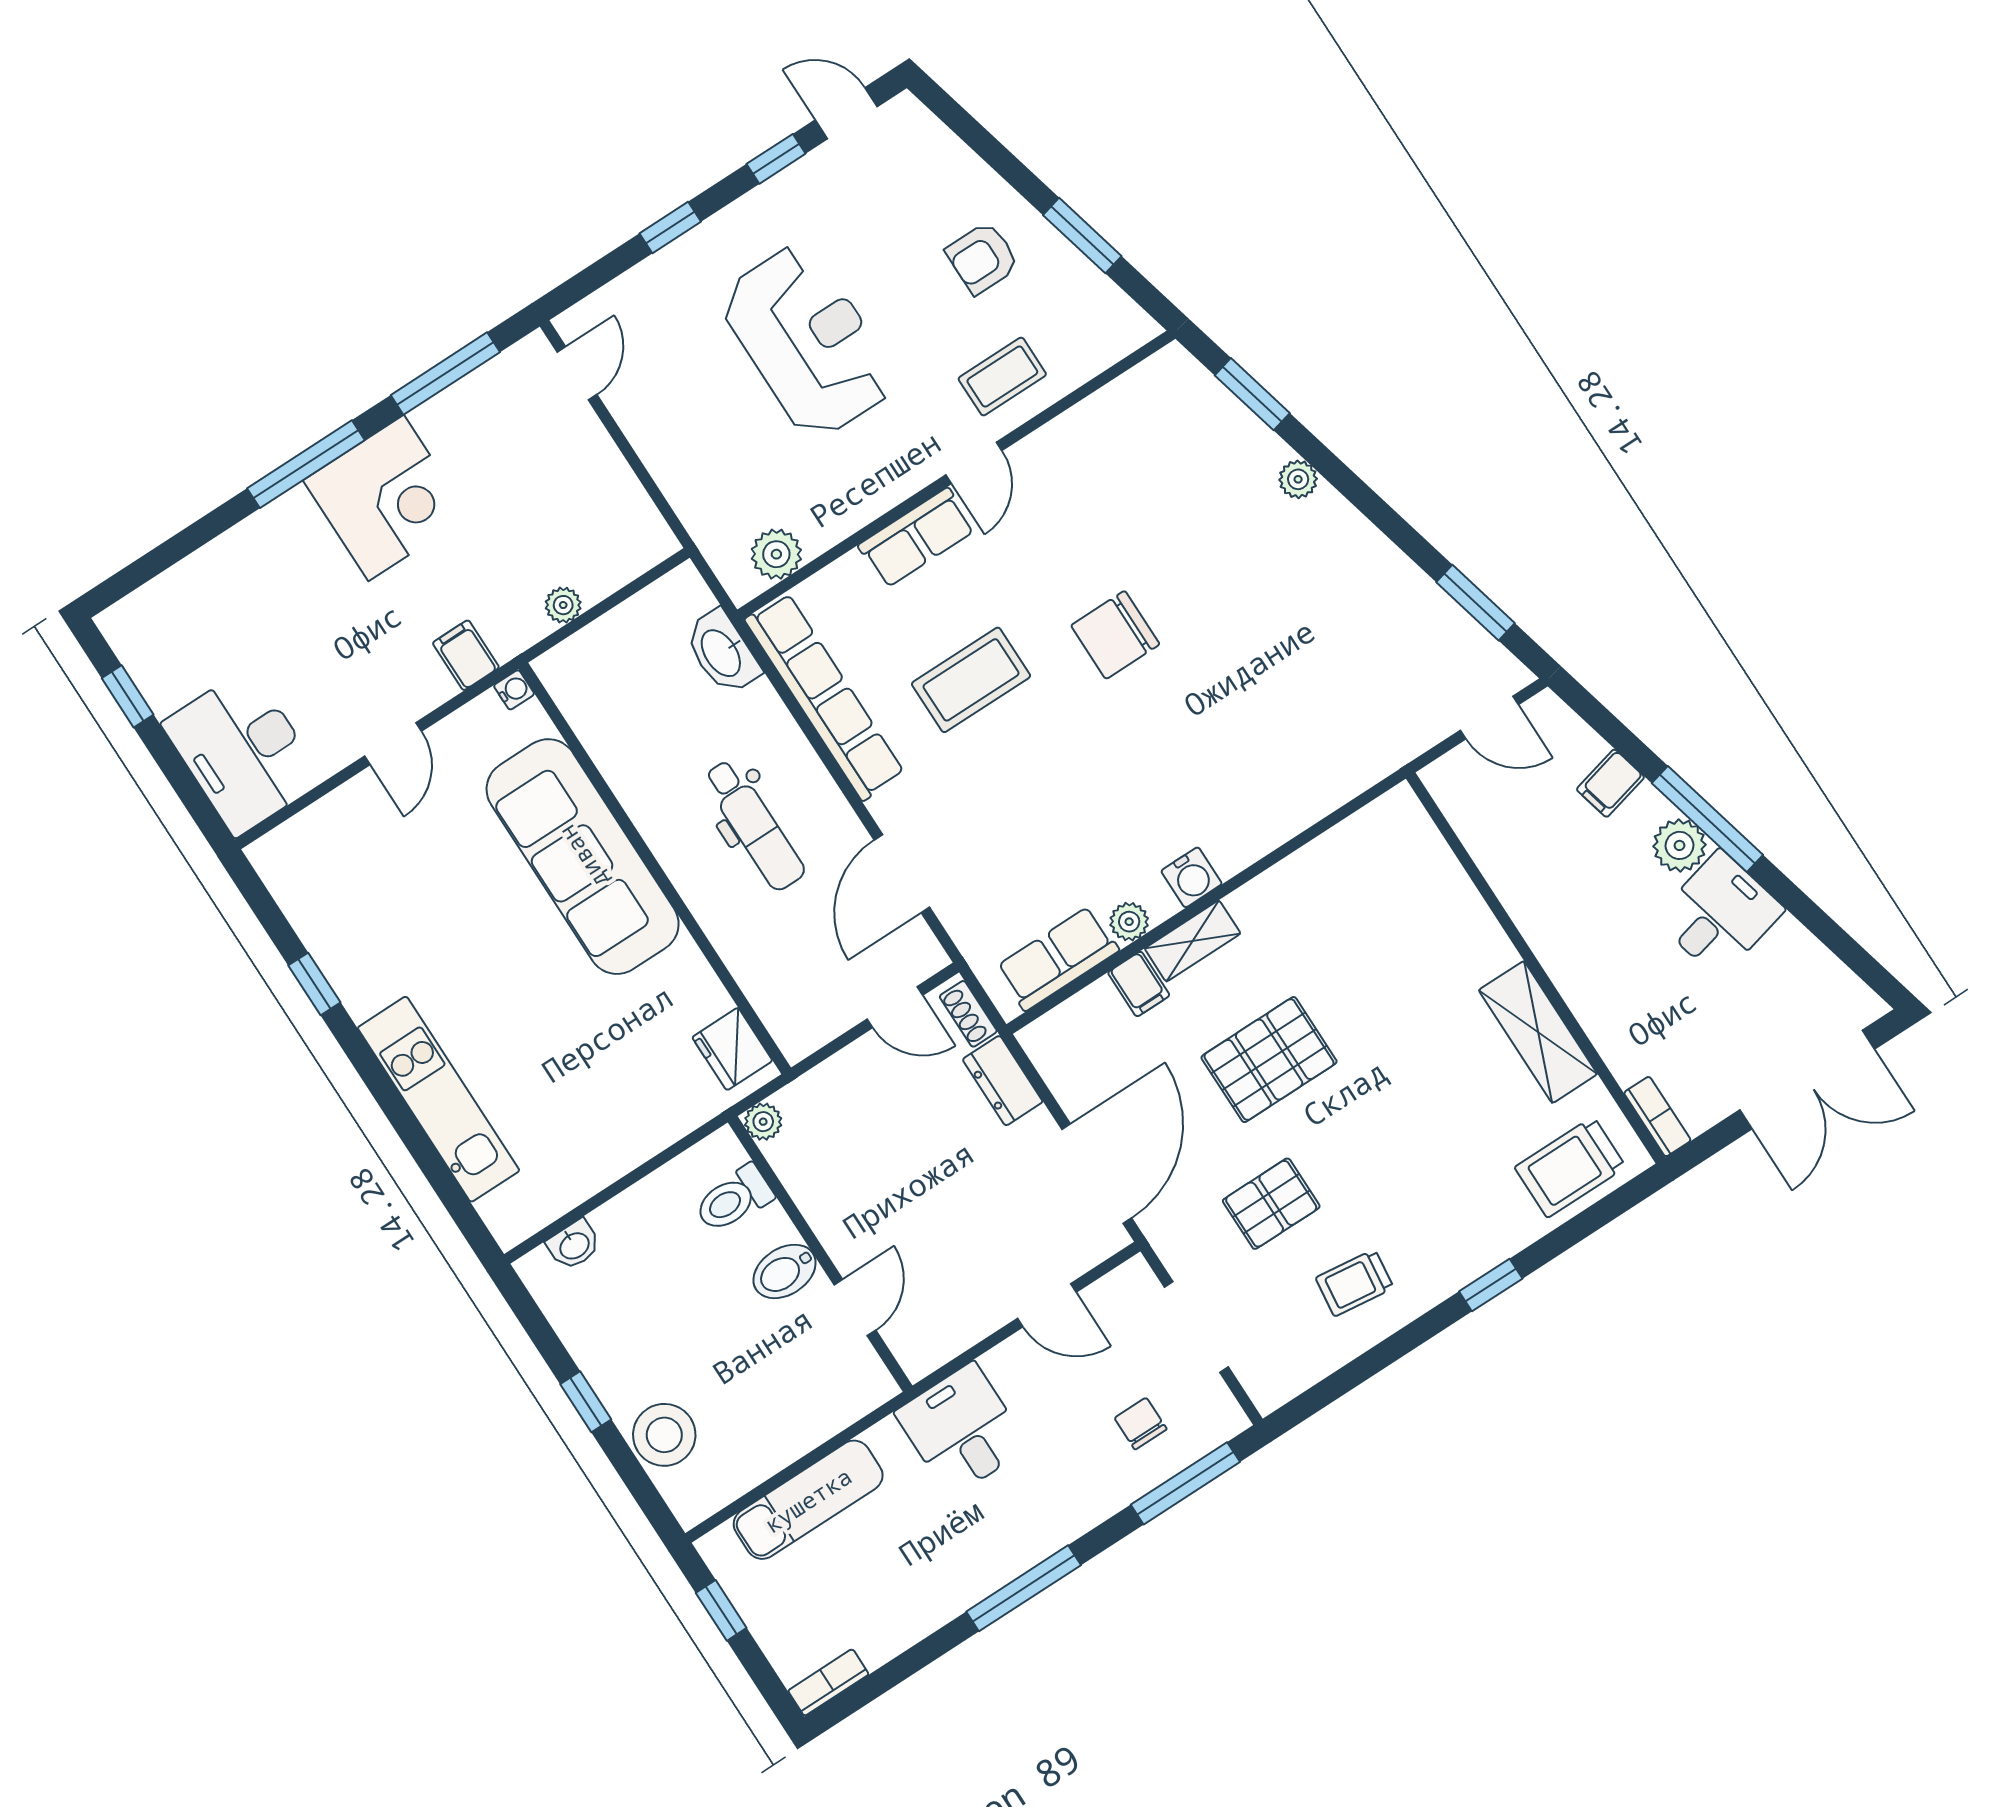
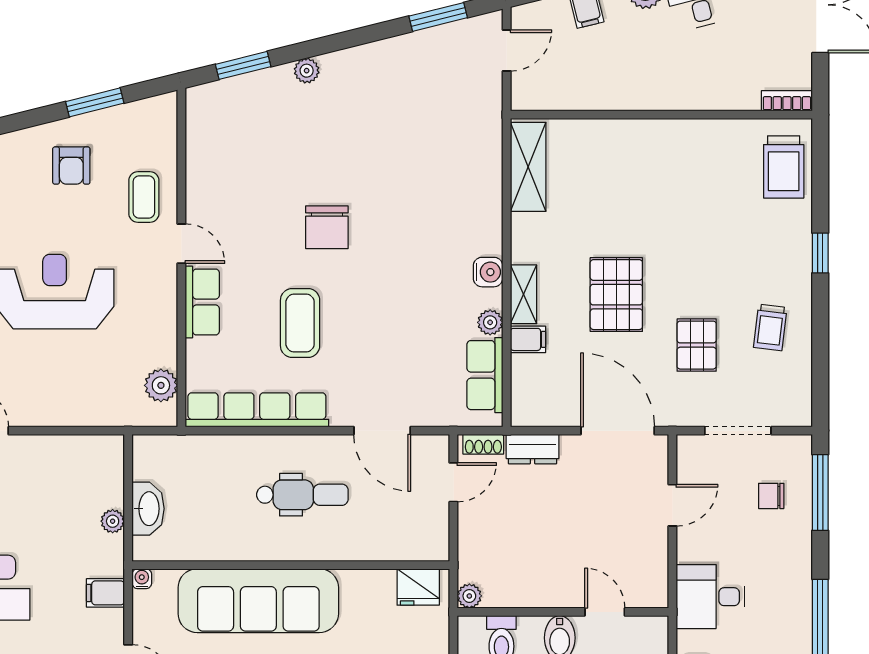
washbasin: (722, 652) -> (148, 509), moved, turned -90
shelving: (1538, 1032) -> (528, 167), moved, turned 90

